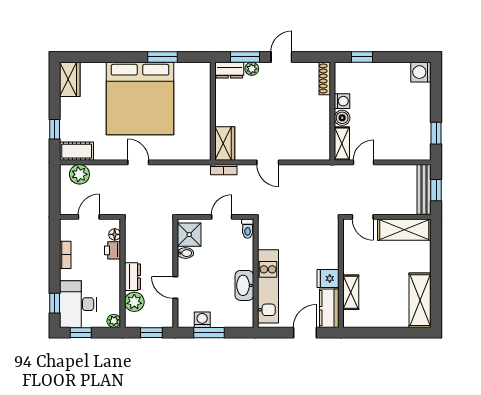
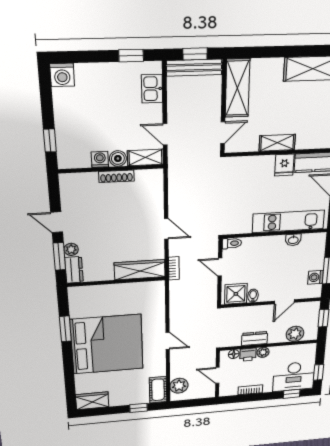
shoe rack: (325, 78) -> (116, 176), moved
wardrobe: (225, 143) -> (140, 270), width x1.50
kitchen sink: (406, 151) -> (152, 89), added
door: (138, 162) -> (168, 341), swing flipped
door: (268, 162) -> (166, 229), hinge flipped
dresser: (132, 277) -> (254, 339), moved
washbasin: (244, 285) -> (293, 240), width x0.52, depth x0.69
shelving: (351, 292) -> (277, 143), moved
plant: (114, 321) -> (263, 352), moved

